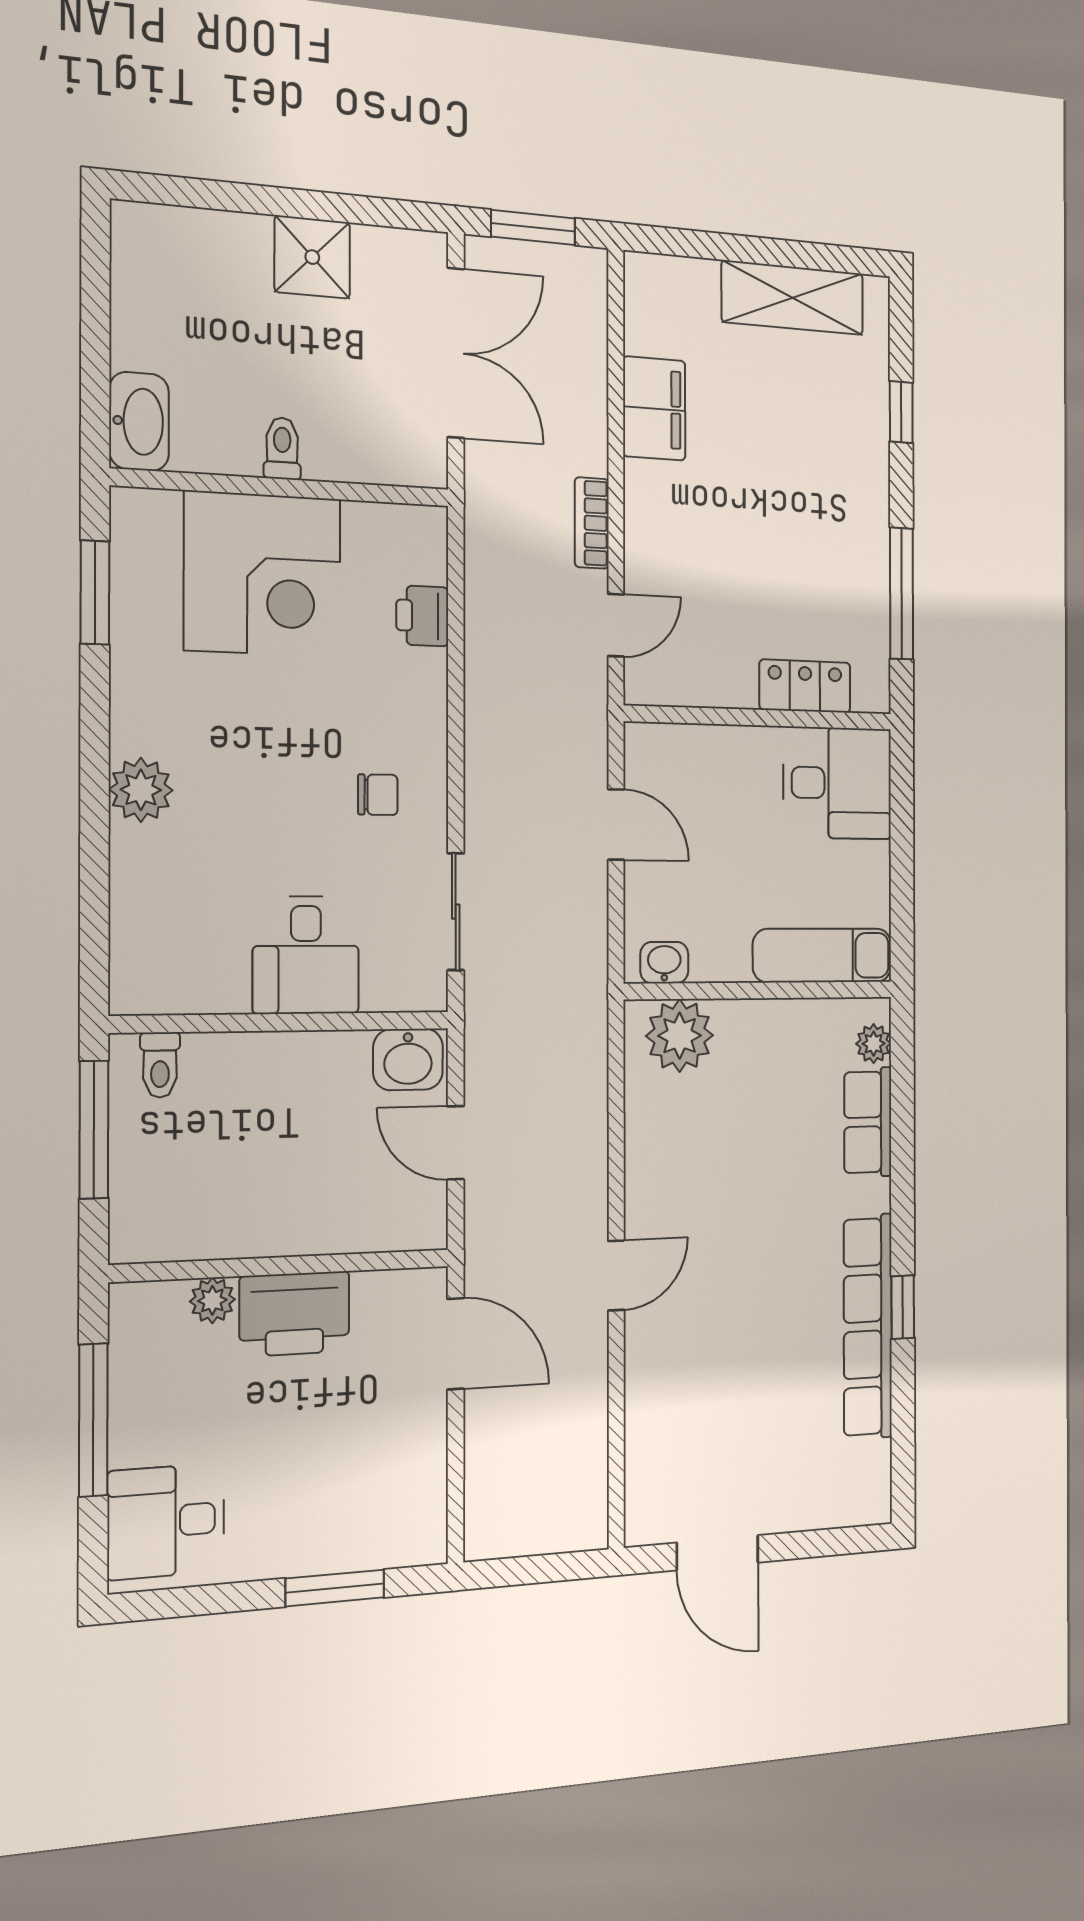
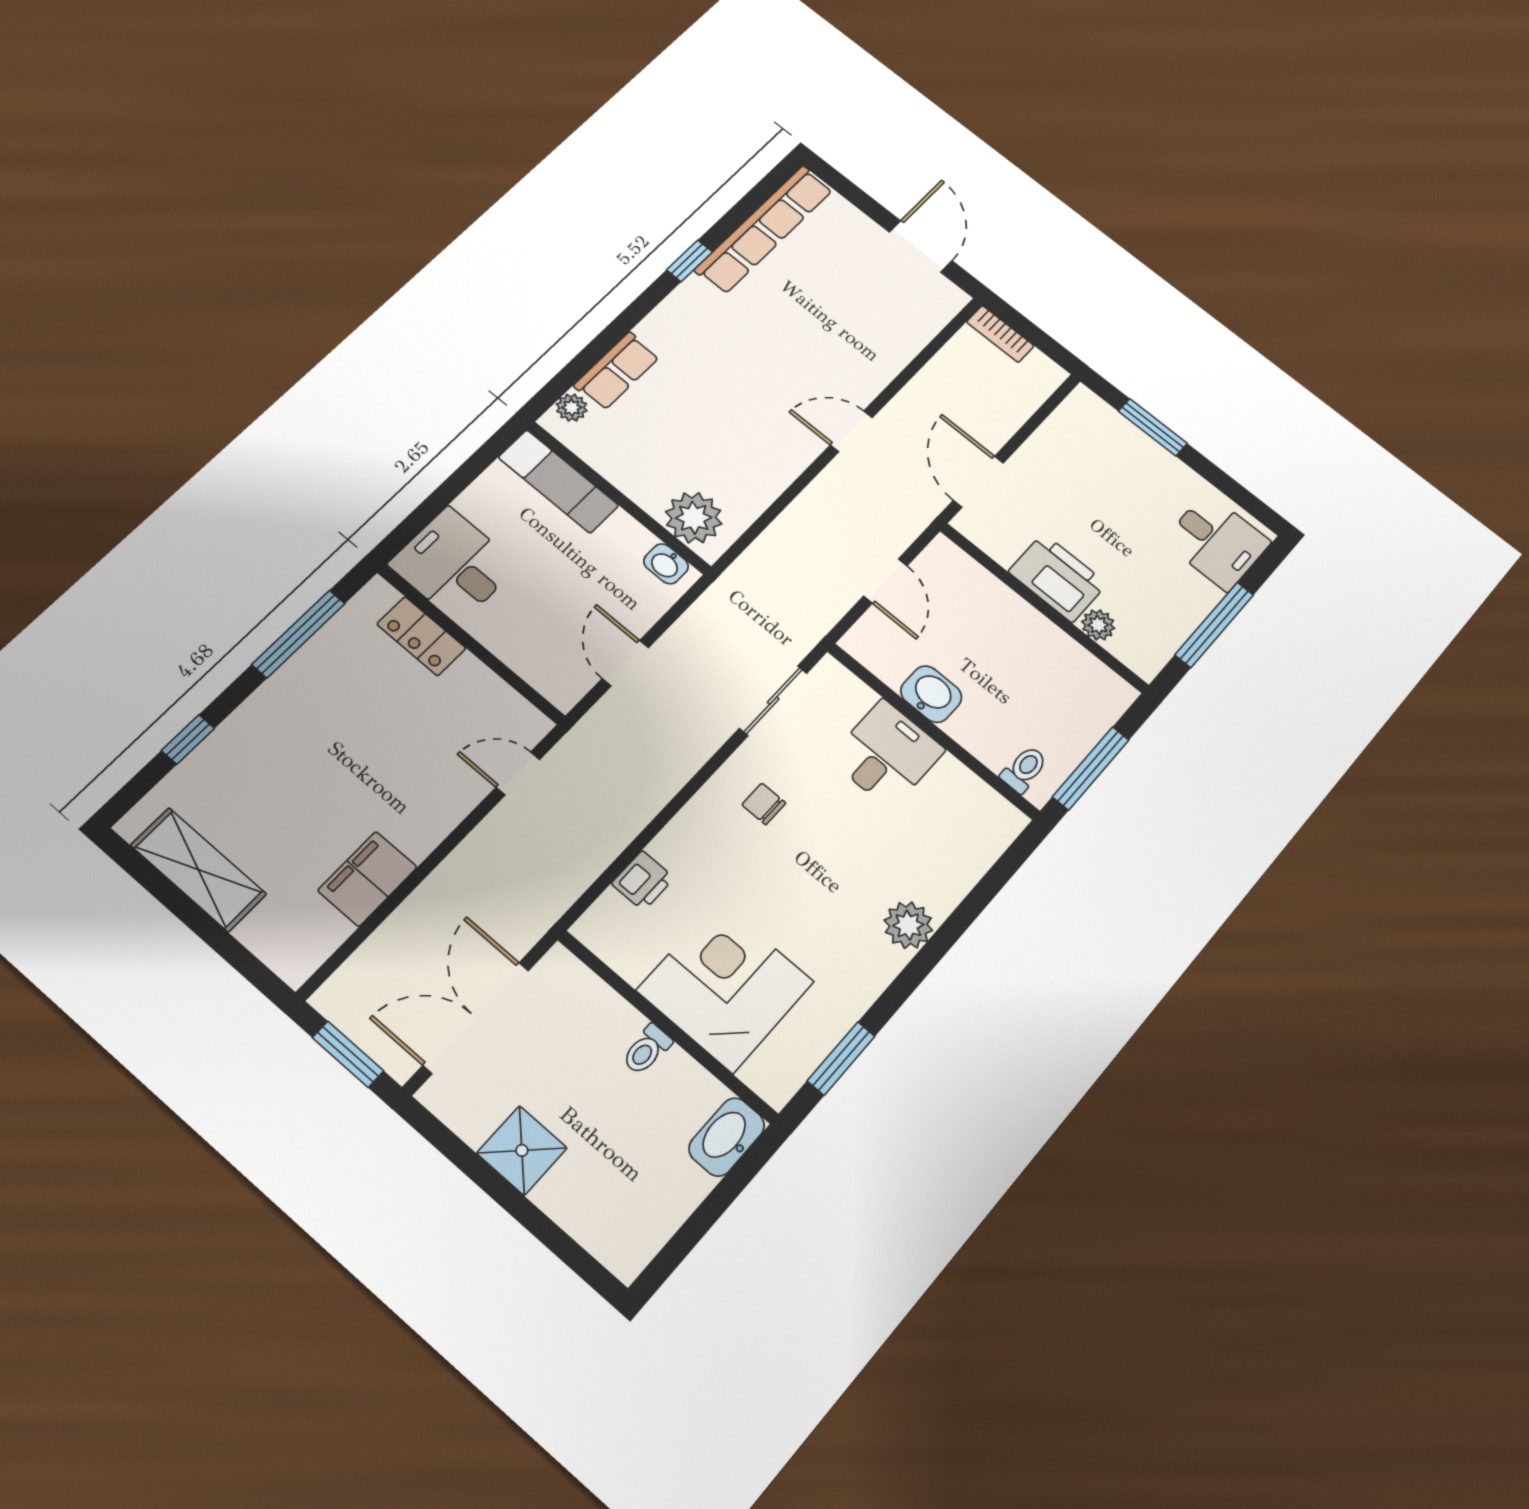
bookcase: (592, 523) -> (1000, 334), moved, turned 90
washbasin: (408, 1059) -> (931, 694), moved
row of seats: (868, 1326) -> (764, 229), moved

